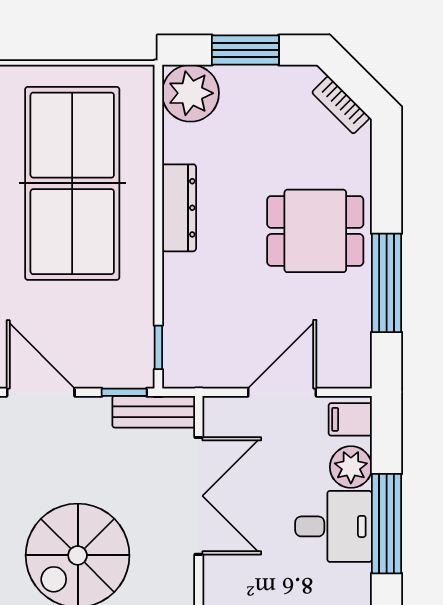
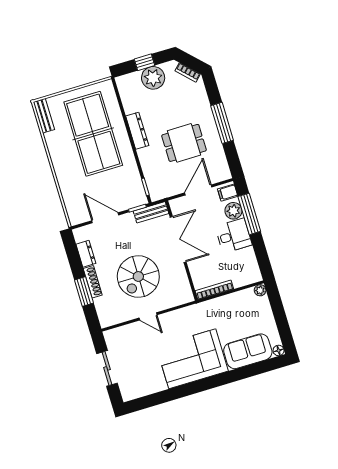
window: (245, 50) -> (145, 62), width x0.67
plant: (190, 93) -> (153, 78), moved
dining table: (315, 231) -> (184, 143), moved
window: (387, 283) -> (222, 123), moved
window: (387, 524) -> (249, 214), moved

